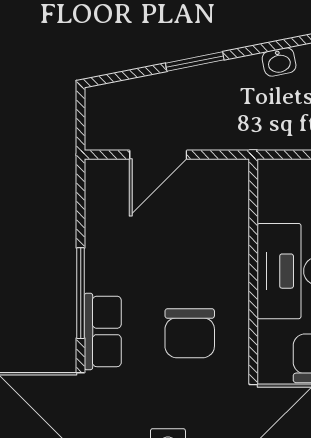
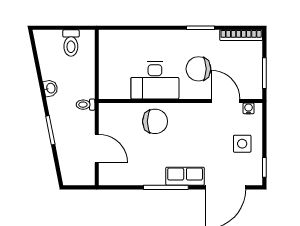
toilet: (246, 132) -> (86, 105), added
chair: (190, 333) -> (155, 121), moved

